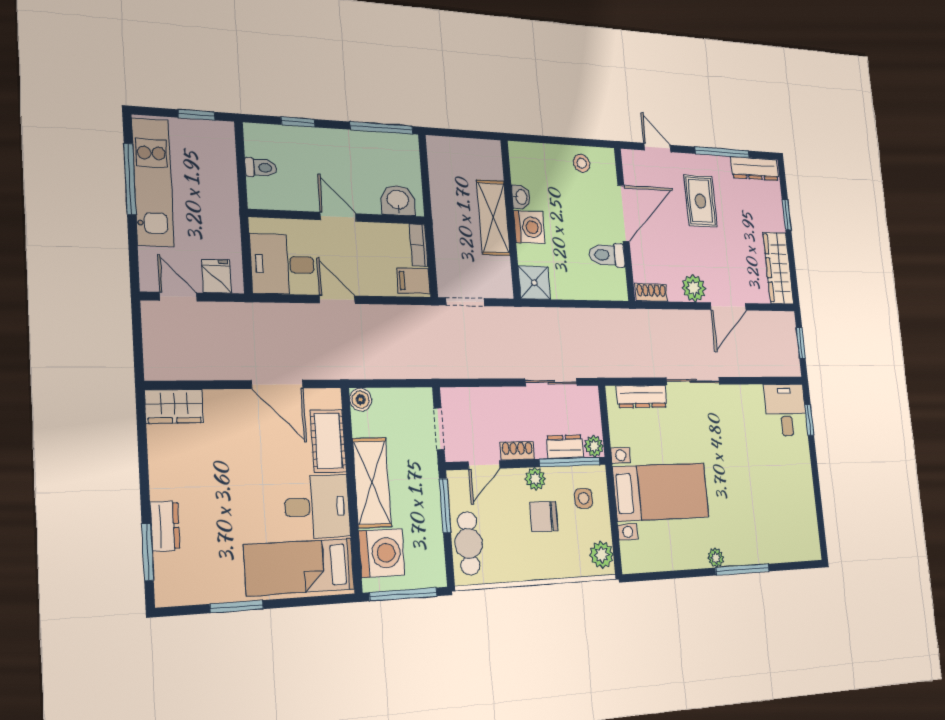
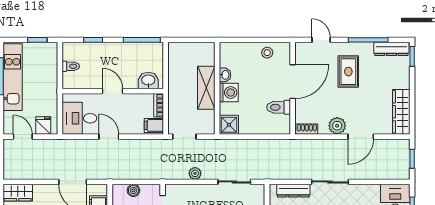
window: (787, 215) -> (412, 56), moved
plant: (488, 367) -> (195, 173), added
boiler: (361, 399) -> (133, 190), moved

